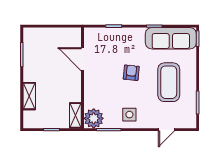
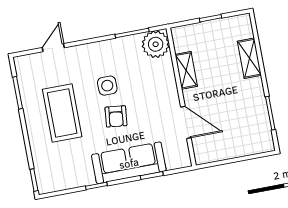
sofa: (171, 38) -> (129, 163), moved
shelving: (75, 115) -> (186, 70), moved
side table: (129, 115) -> (107, 86), moved

